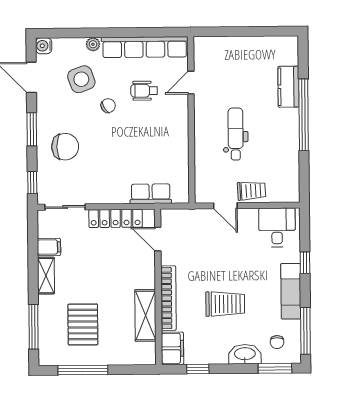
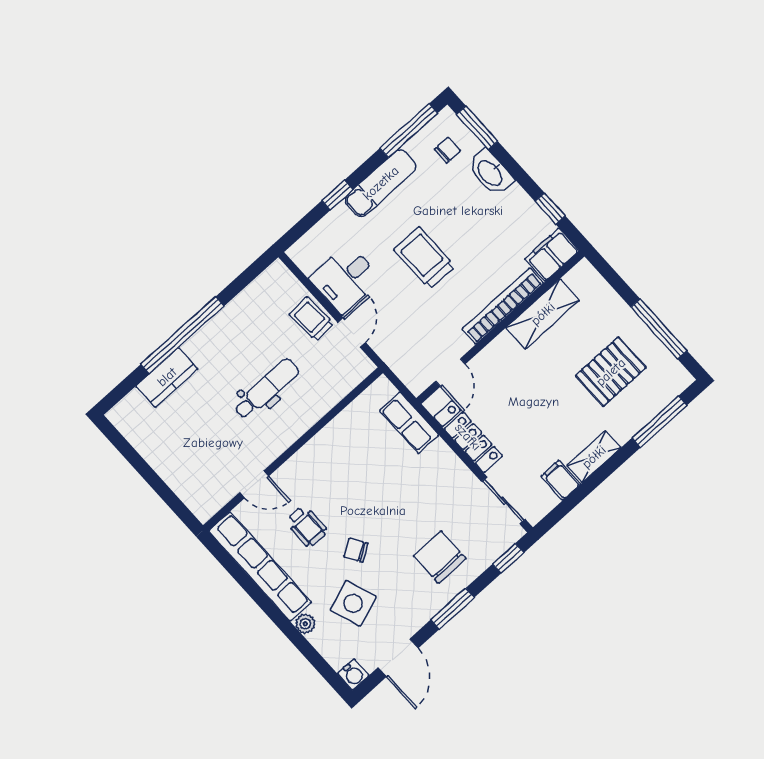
dental chair: (236, 134) -> (266, 389), turned 180
desk: (277, 227) -> (345, 279), moved
trolley: (225, 304) -> (424, 258), moved

